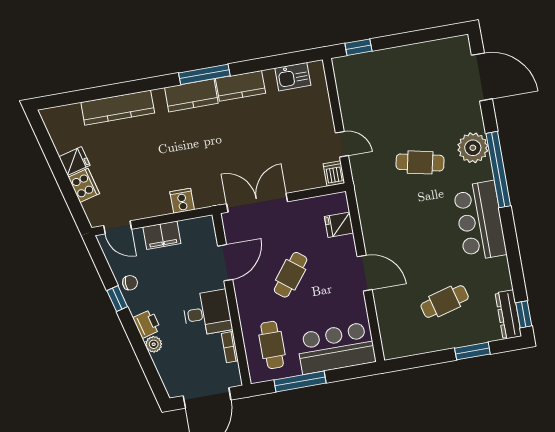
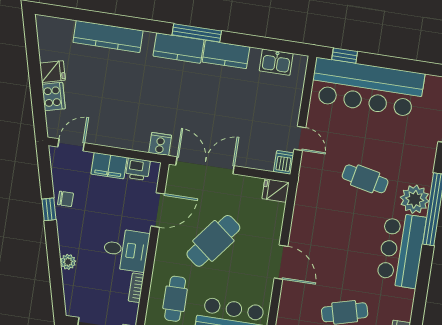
bar counter: (392, 71) -> (367, 88), added
plant: (473, 148) -> (415, 199), moved
cooker: (182, 201) -> (160, 144), moved
fridge: (339, 225) -> (276, 190), moved
door: (118, 227) -> (71, 145), swing flipped
cafe table: (291, 275) -> (213, 241), width x1.37, depth x1.35
printer: (147, 324) -> (138, 169), moved, turned 105

